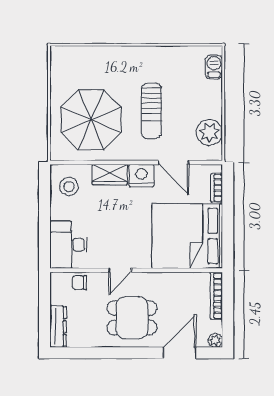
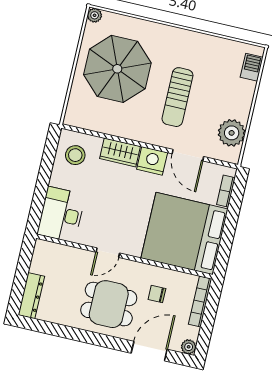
plant: (57, 53) -> (95, 15), added
parasol: (91, 120) -> (117, 69), moved
chair: (80, 283) -> (157, 294), moved

